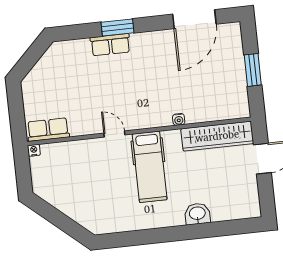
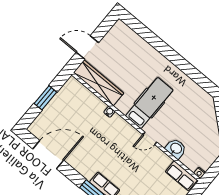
door: (114, 134) -> (150, 138), hinge flipped
washbasin: (197, 214) -> (176, 149), moved, turned 180

